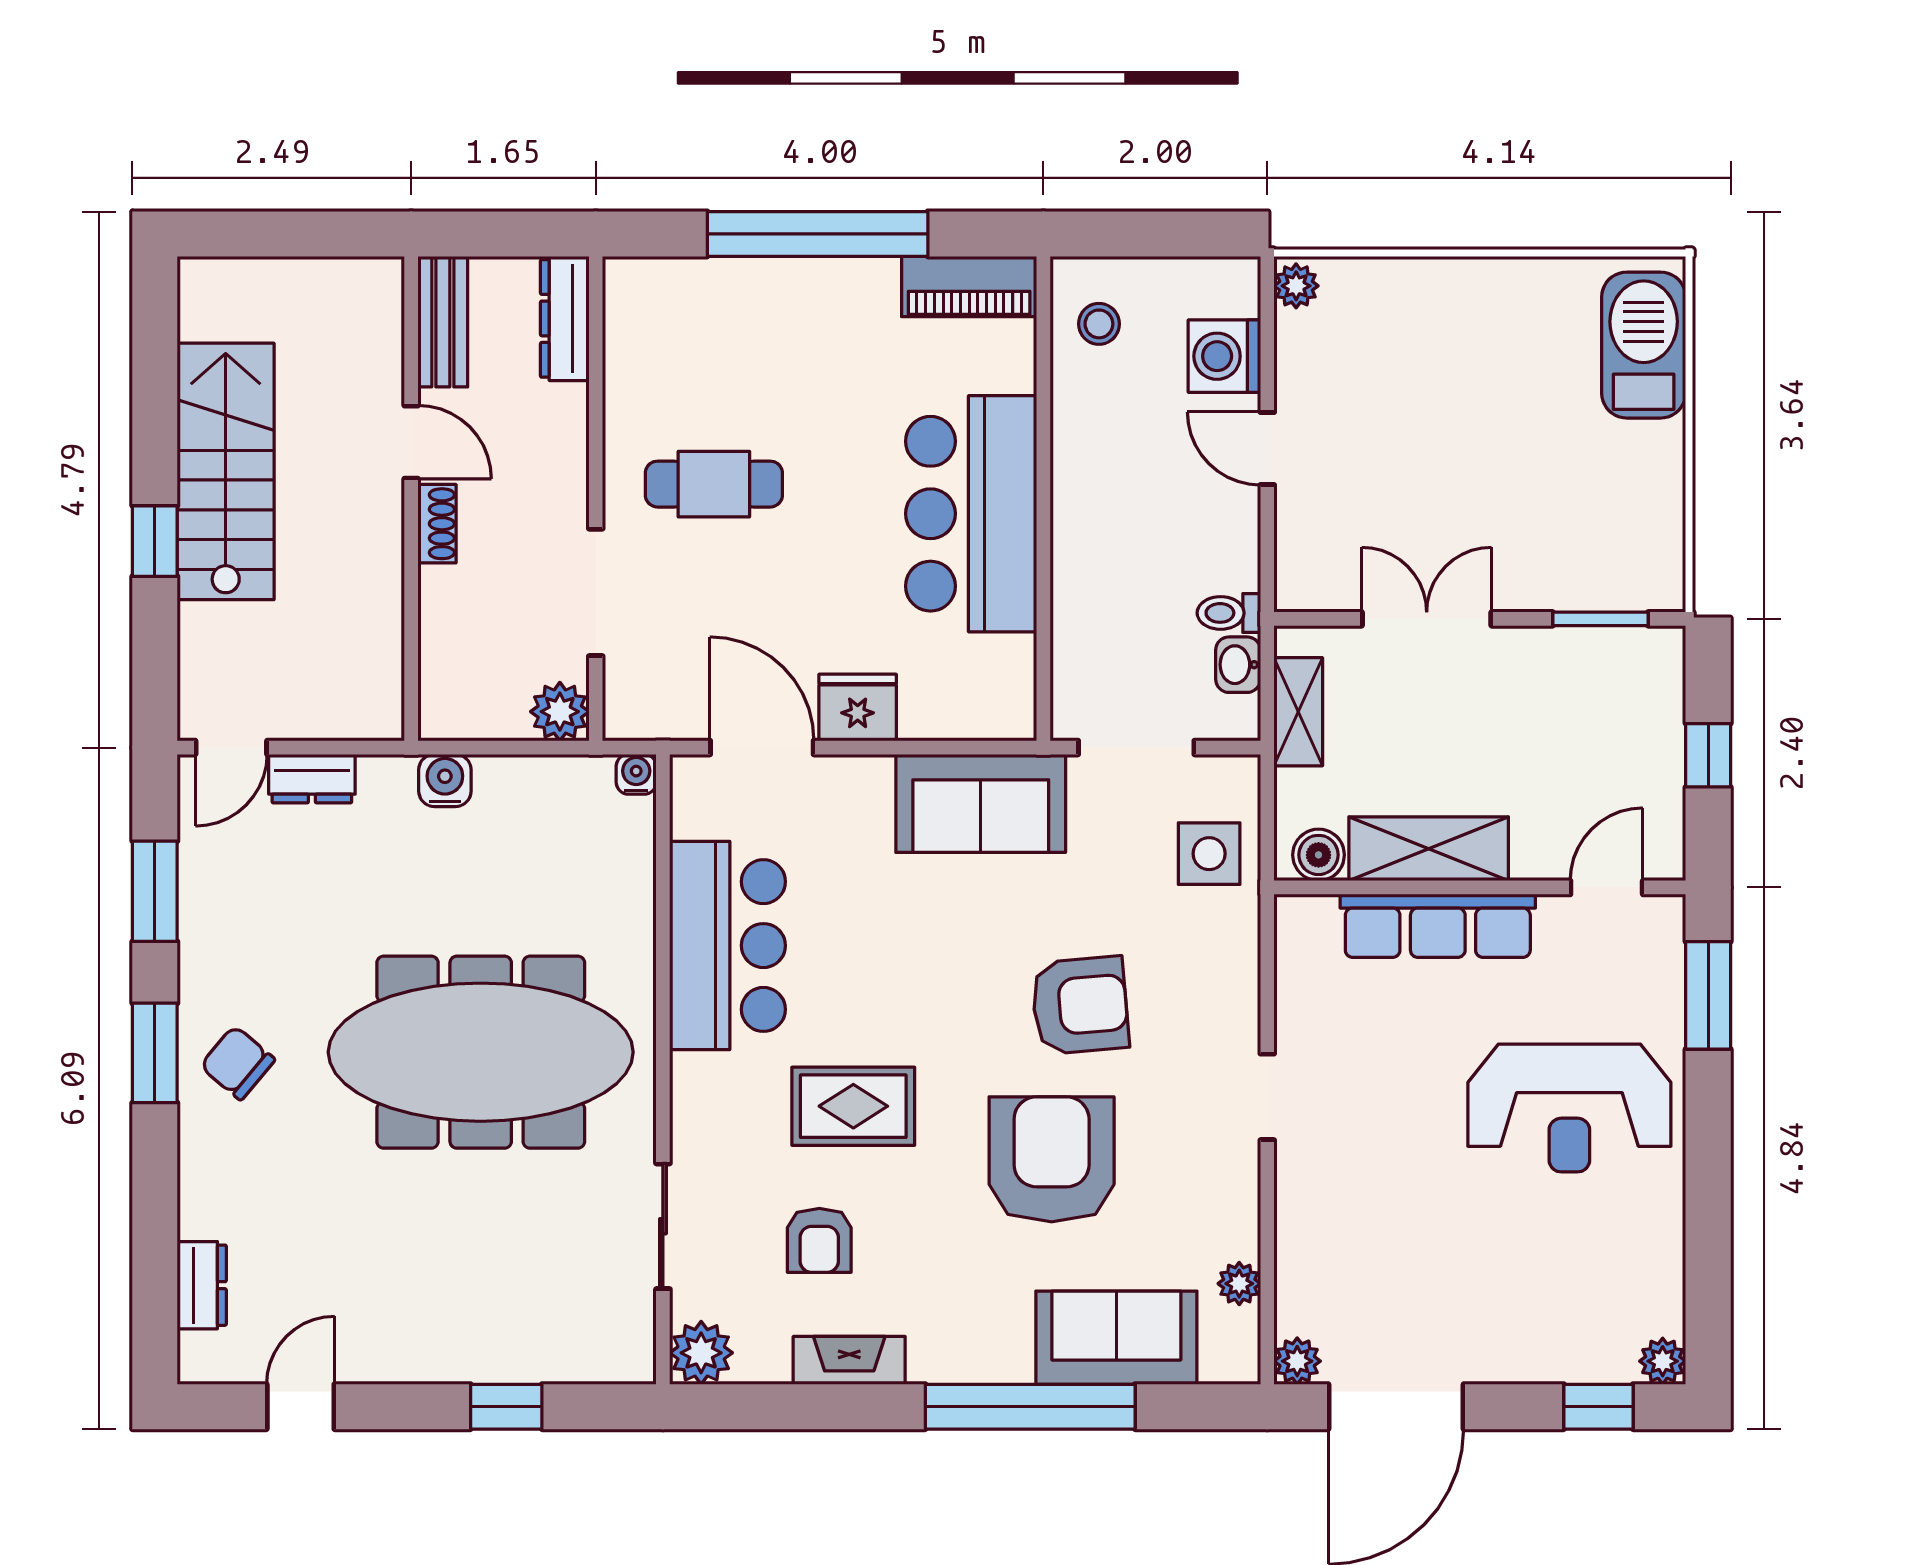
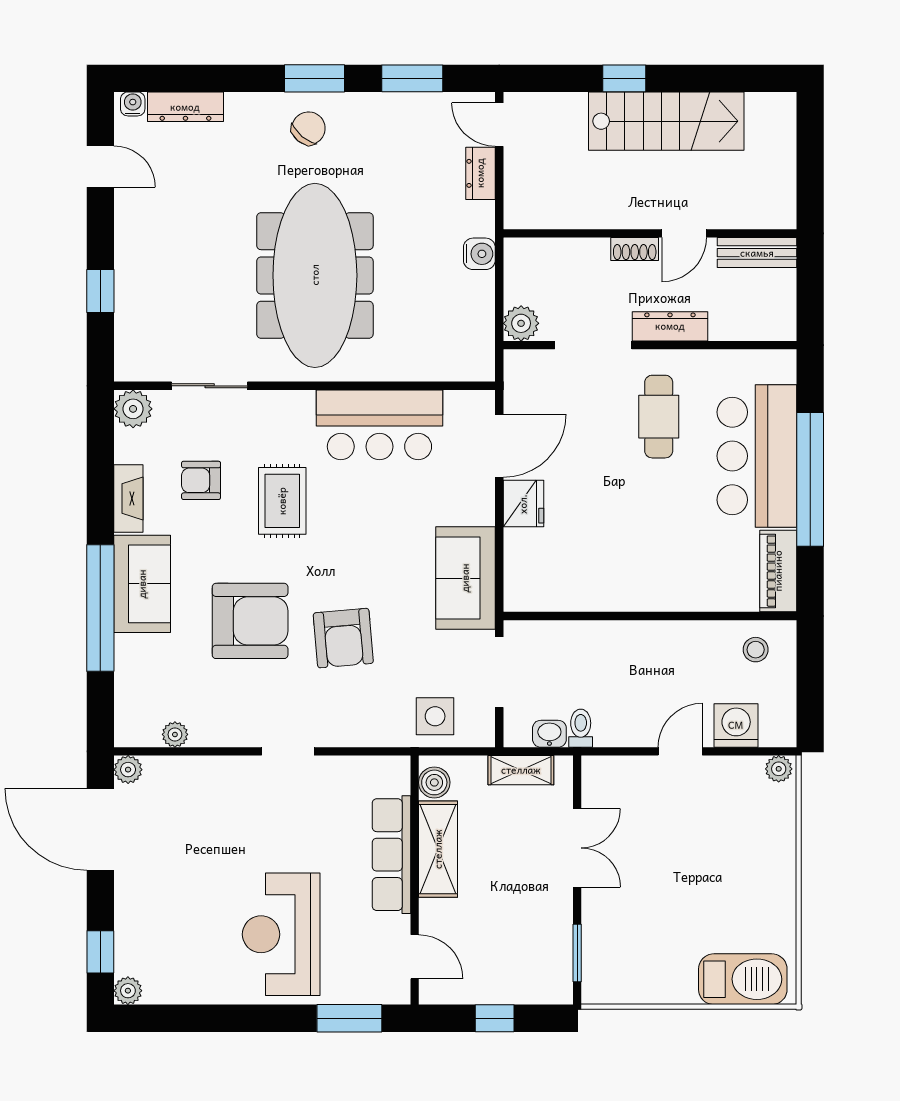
dresser: (565, 318) -> (670, 326), moved
bar counter: (971, 514) -> (757, 456), moved, turned -90
water cooler: (636, 774) -> (133, 104), moved, turned -90
dresser: (202, 1285) -> (185, 107), width x1.44
sofa: (1116, 1338) -> (142, 584), moved

